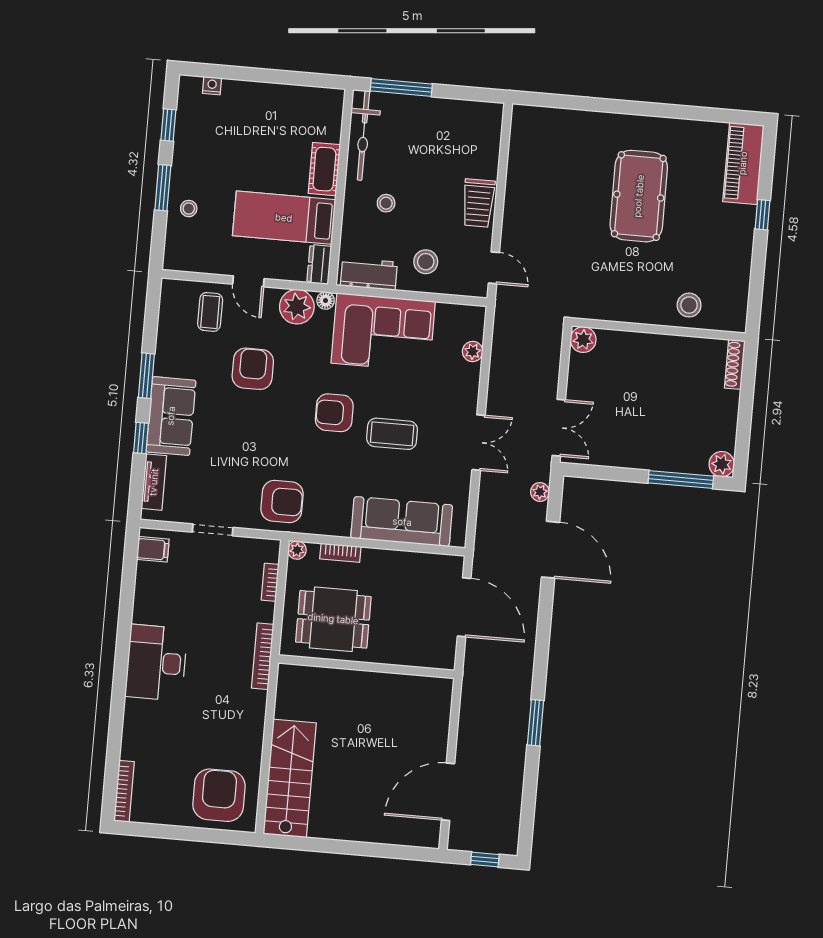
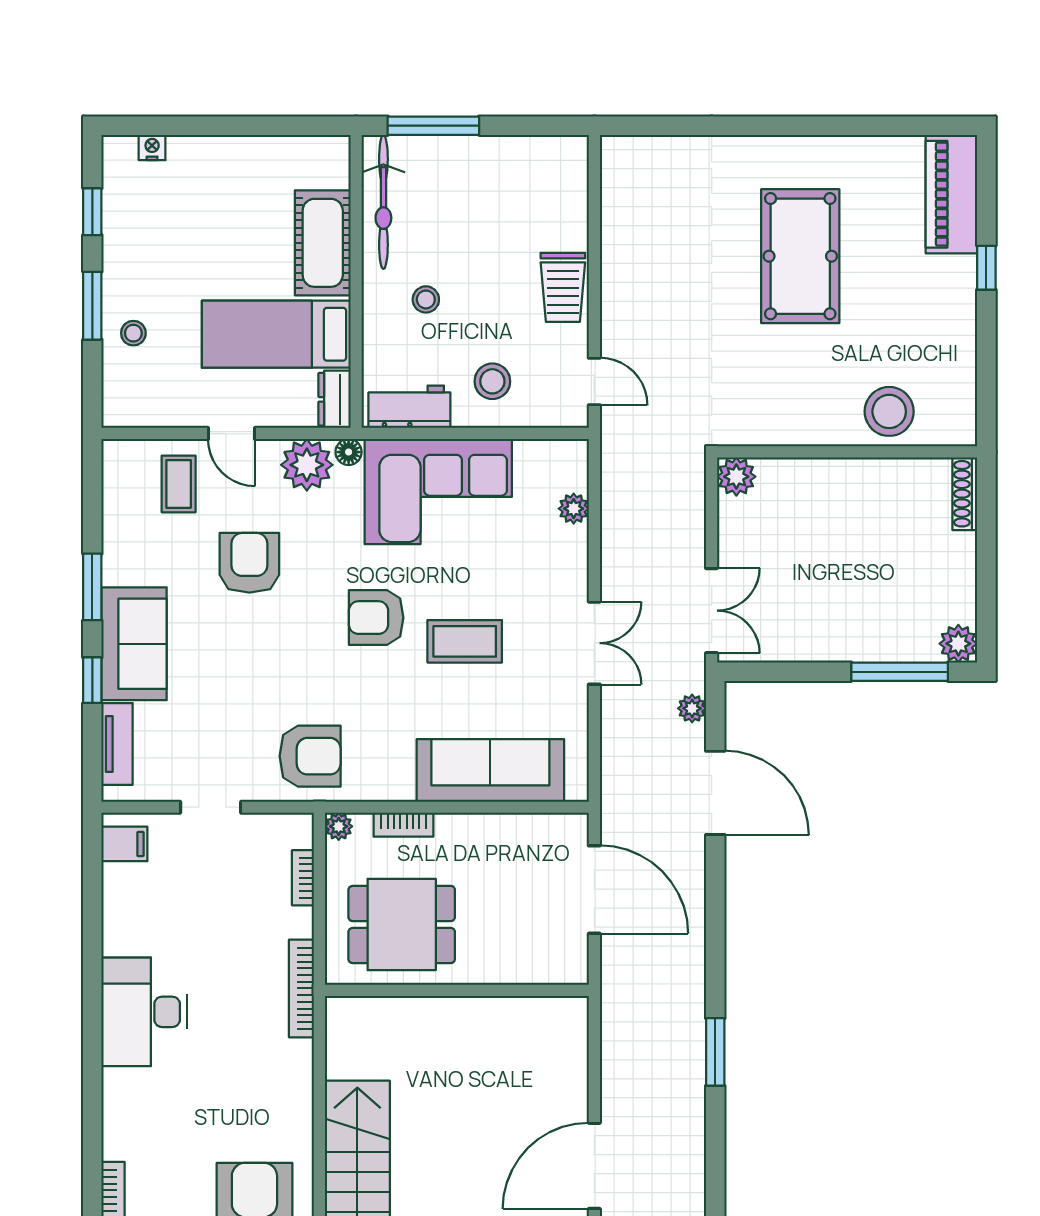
cot: (324, 169) -> (323, 243), width x1.37, depth x1.34
stool: (689, 305) -> (889, 411), width x1.38, depth x1.38

